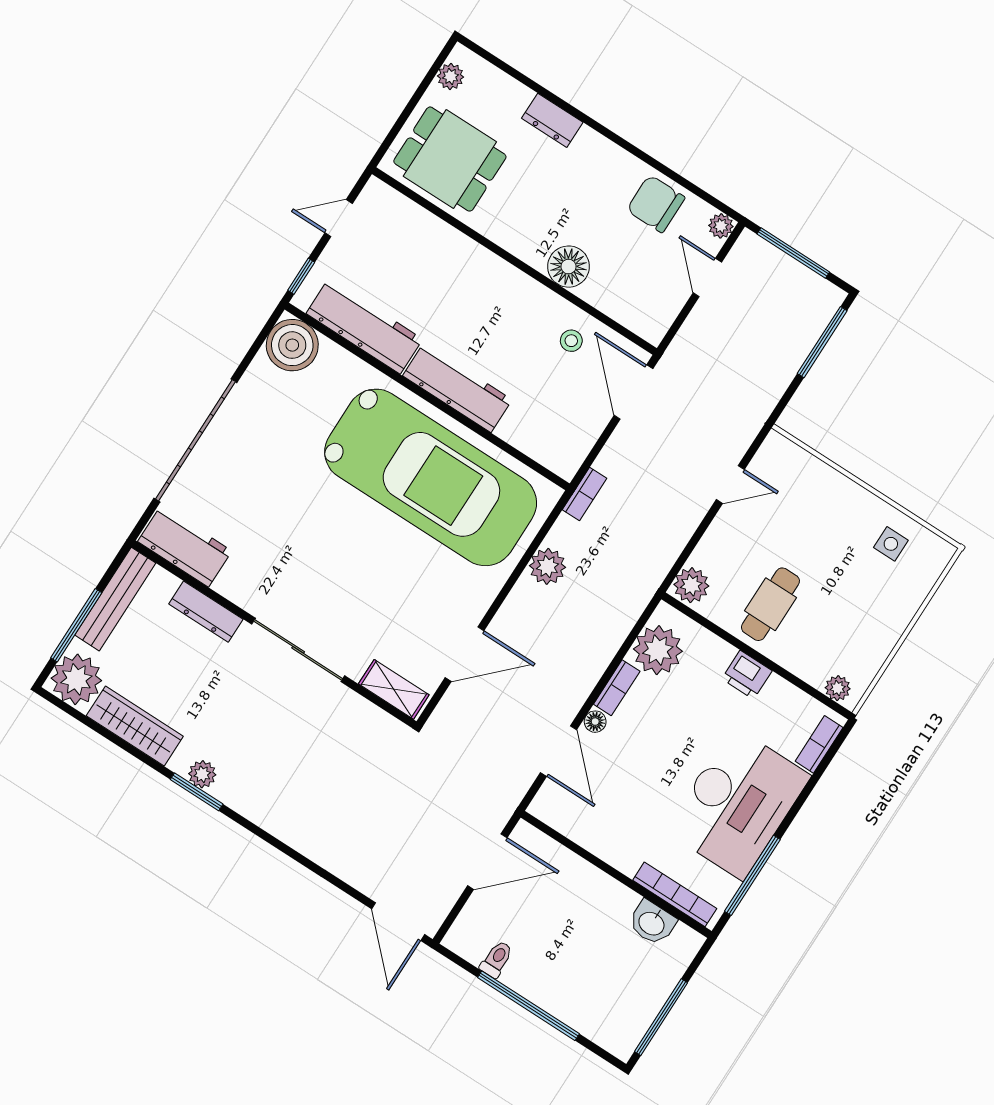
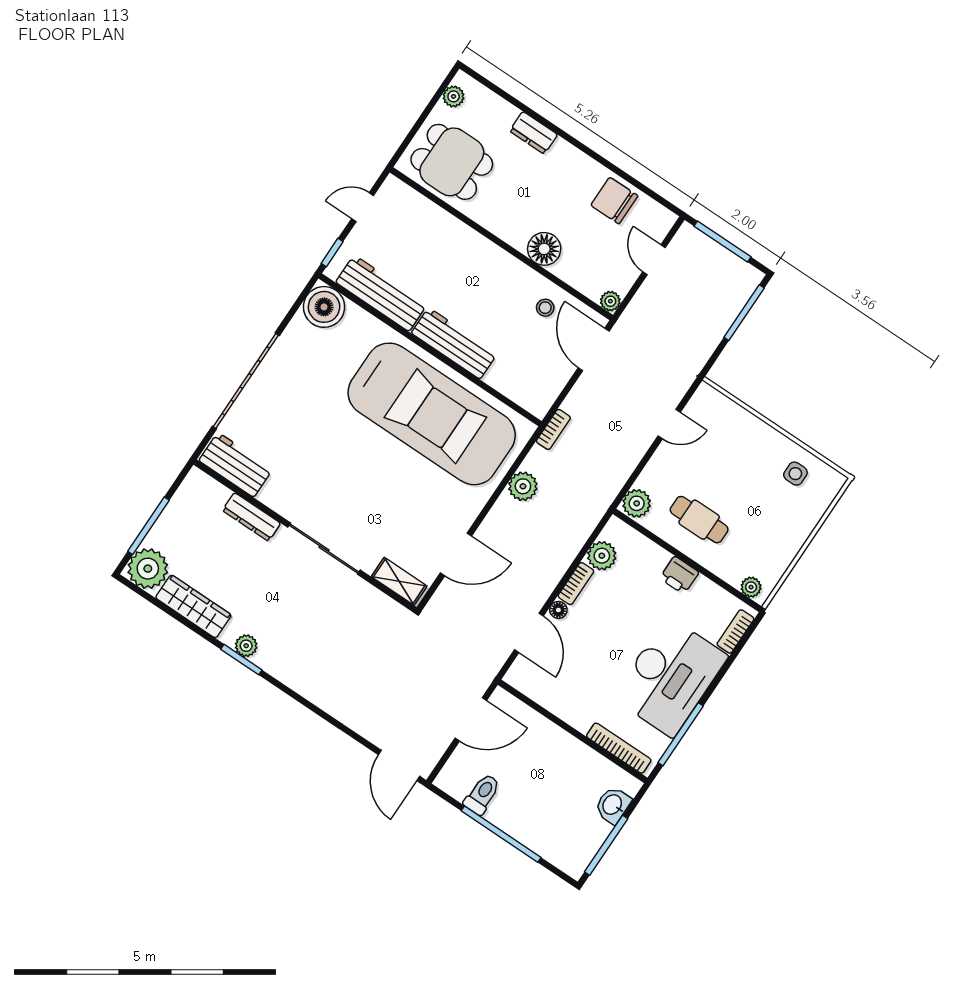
plant: (721, 226) -> (610, 301), moved
bench: (115, 599) -> (180, 506), removed
cafe table: (770, 604) -> (699, 520), turned 90
plant: (658, 650) -> (602, 556), width x0.73, depth x0.73
washbasin: (652, 923) -> (613, 805), moved, turned 90
toilet: (497, 959) -> (482, 794), width x1.37, depth x1.39

